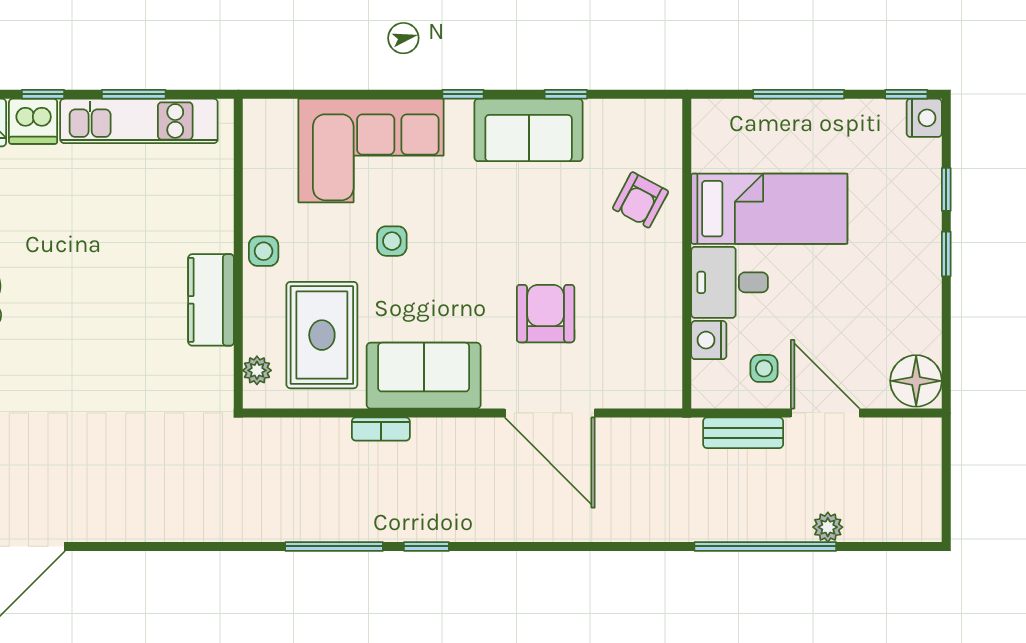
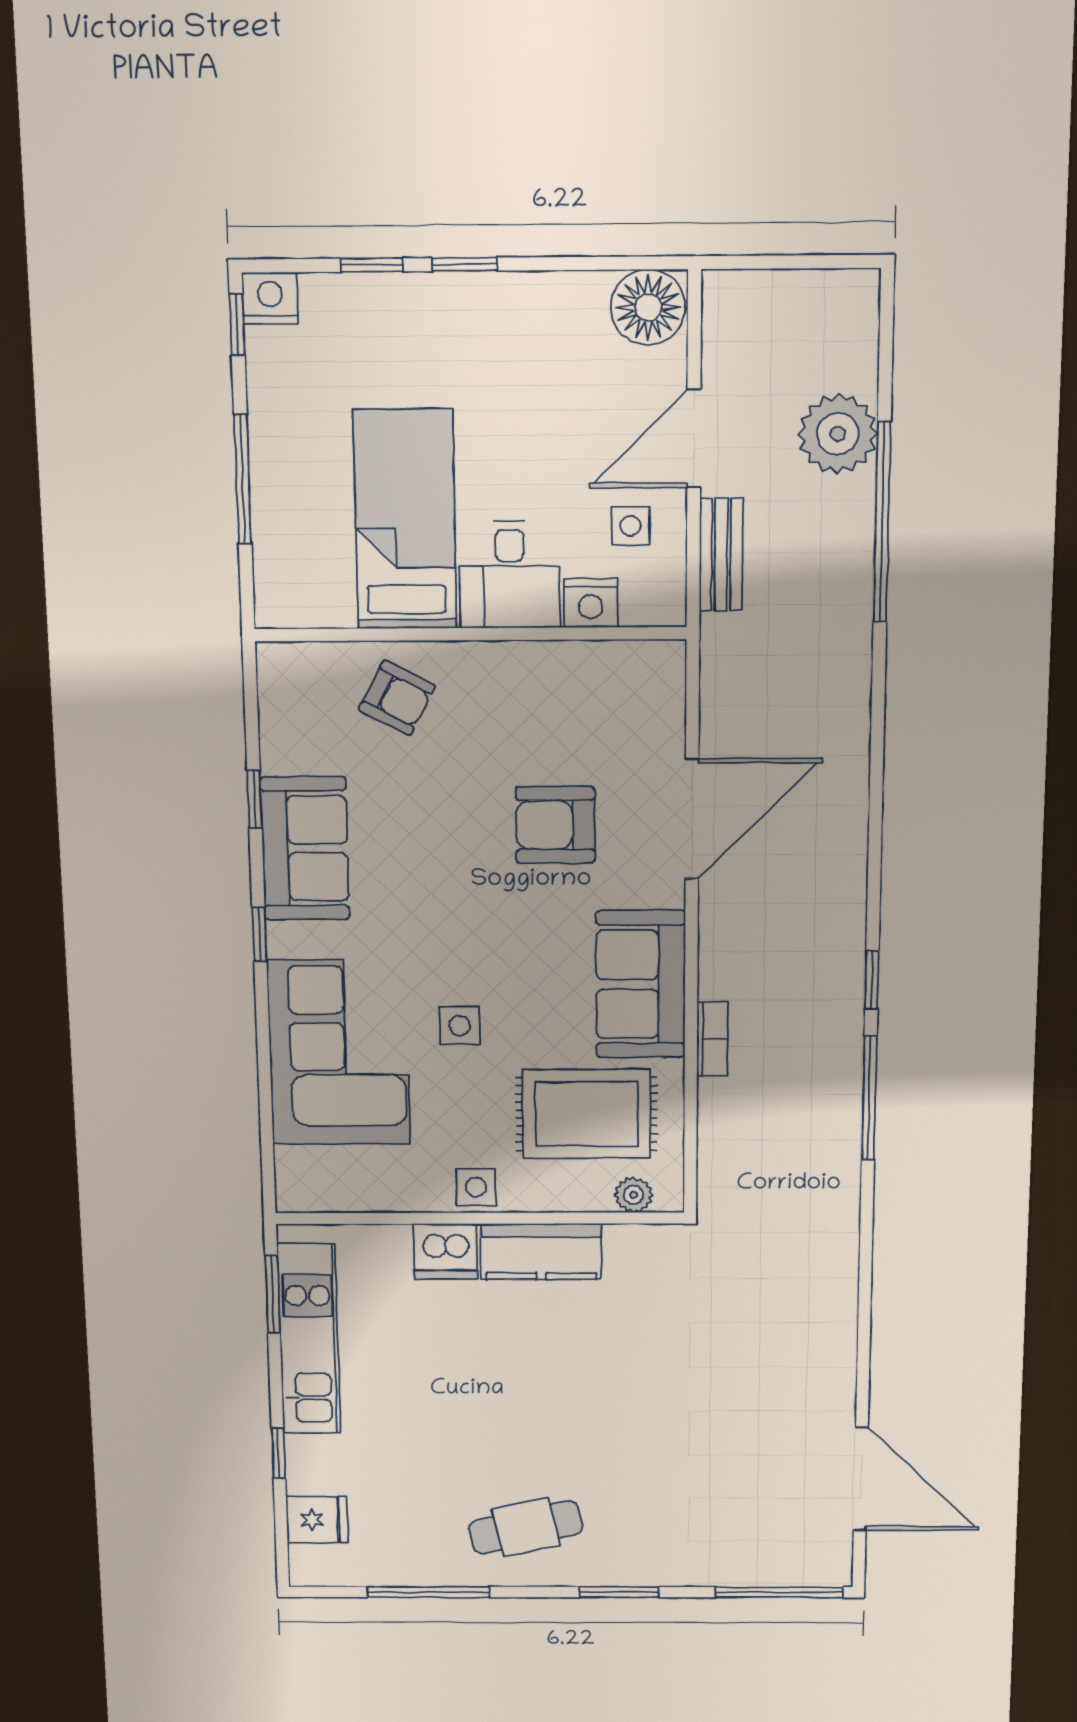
window: (134, 94) -> (273, 1295), moved
dishwasher: (33, 121) -> (445, 1252), moved, turned 90
plant: (828, 527) -> (838, 434), width x1.88, depth x1.88

